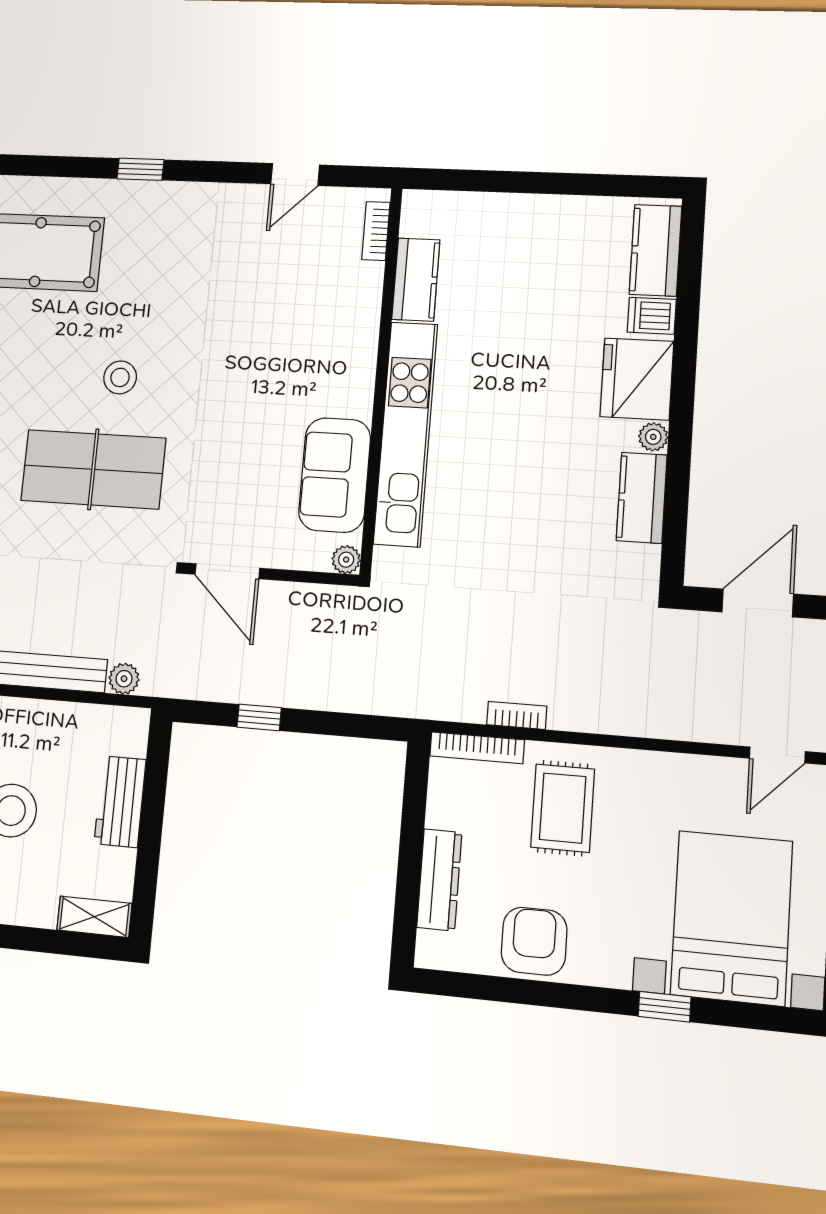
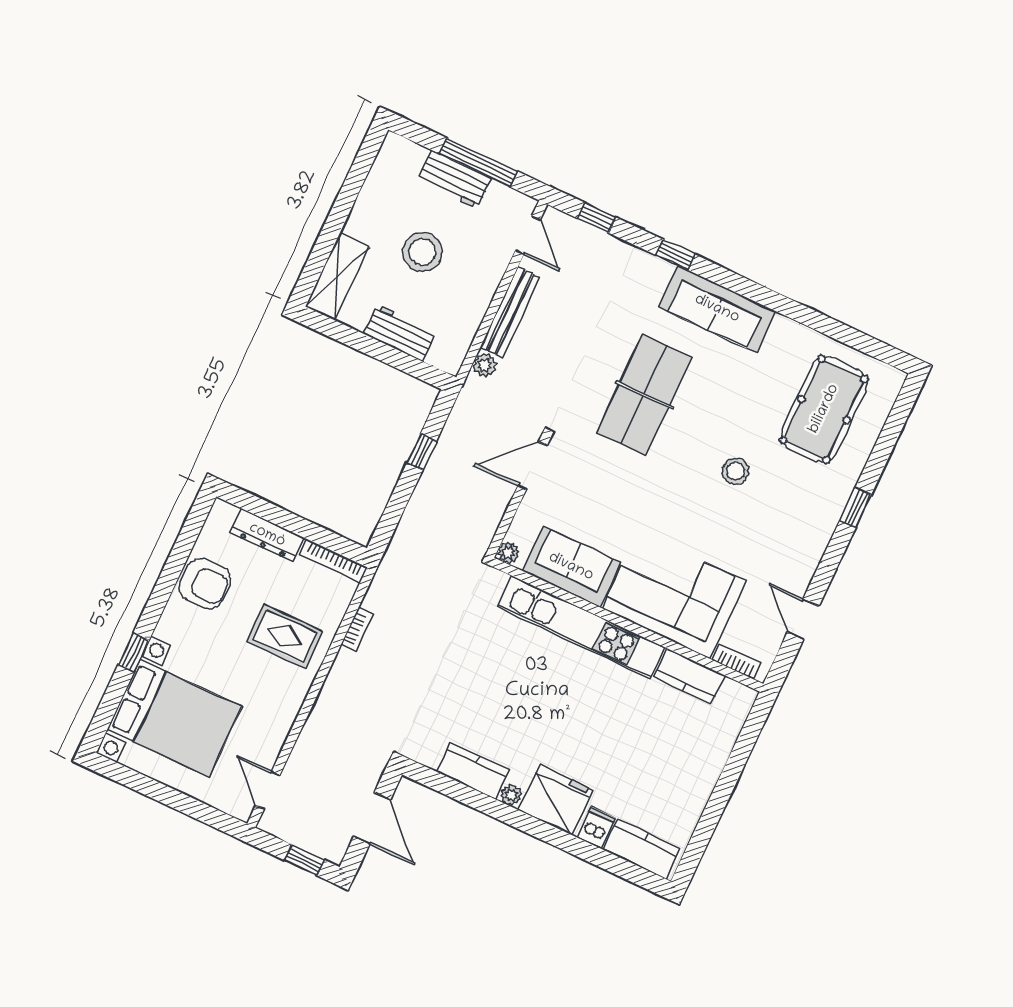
corner sofa: (323, 337) -> (674, 595), added
stool: (120, 377) -> (736, 471), moved
bookcase: (477, 748) -> (333, 561), moved, turned -90
shelving: (94, 917) -> (337, 276), width x1.50, depth x1.33

